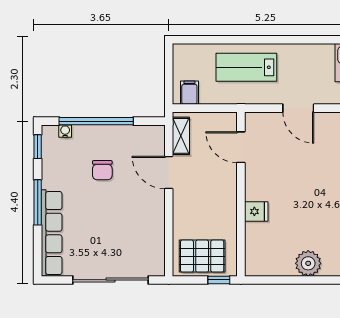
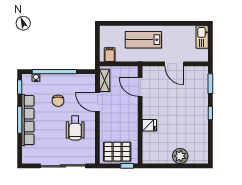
wheelchair: (131, 216) -> (75, 128), added
row of seats: (52, 233) -> (28, 120), moved

